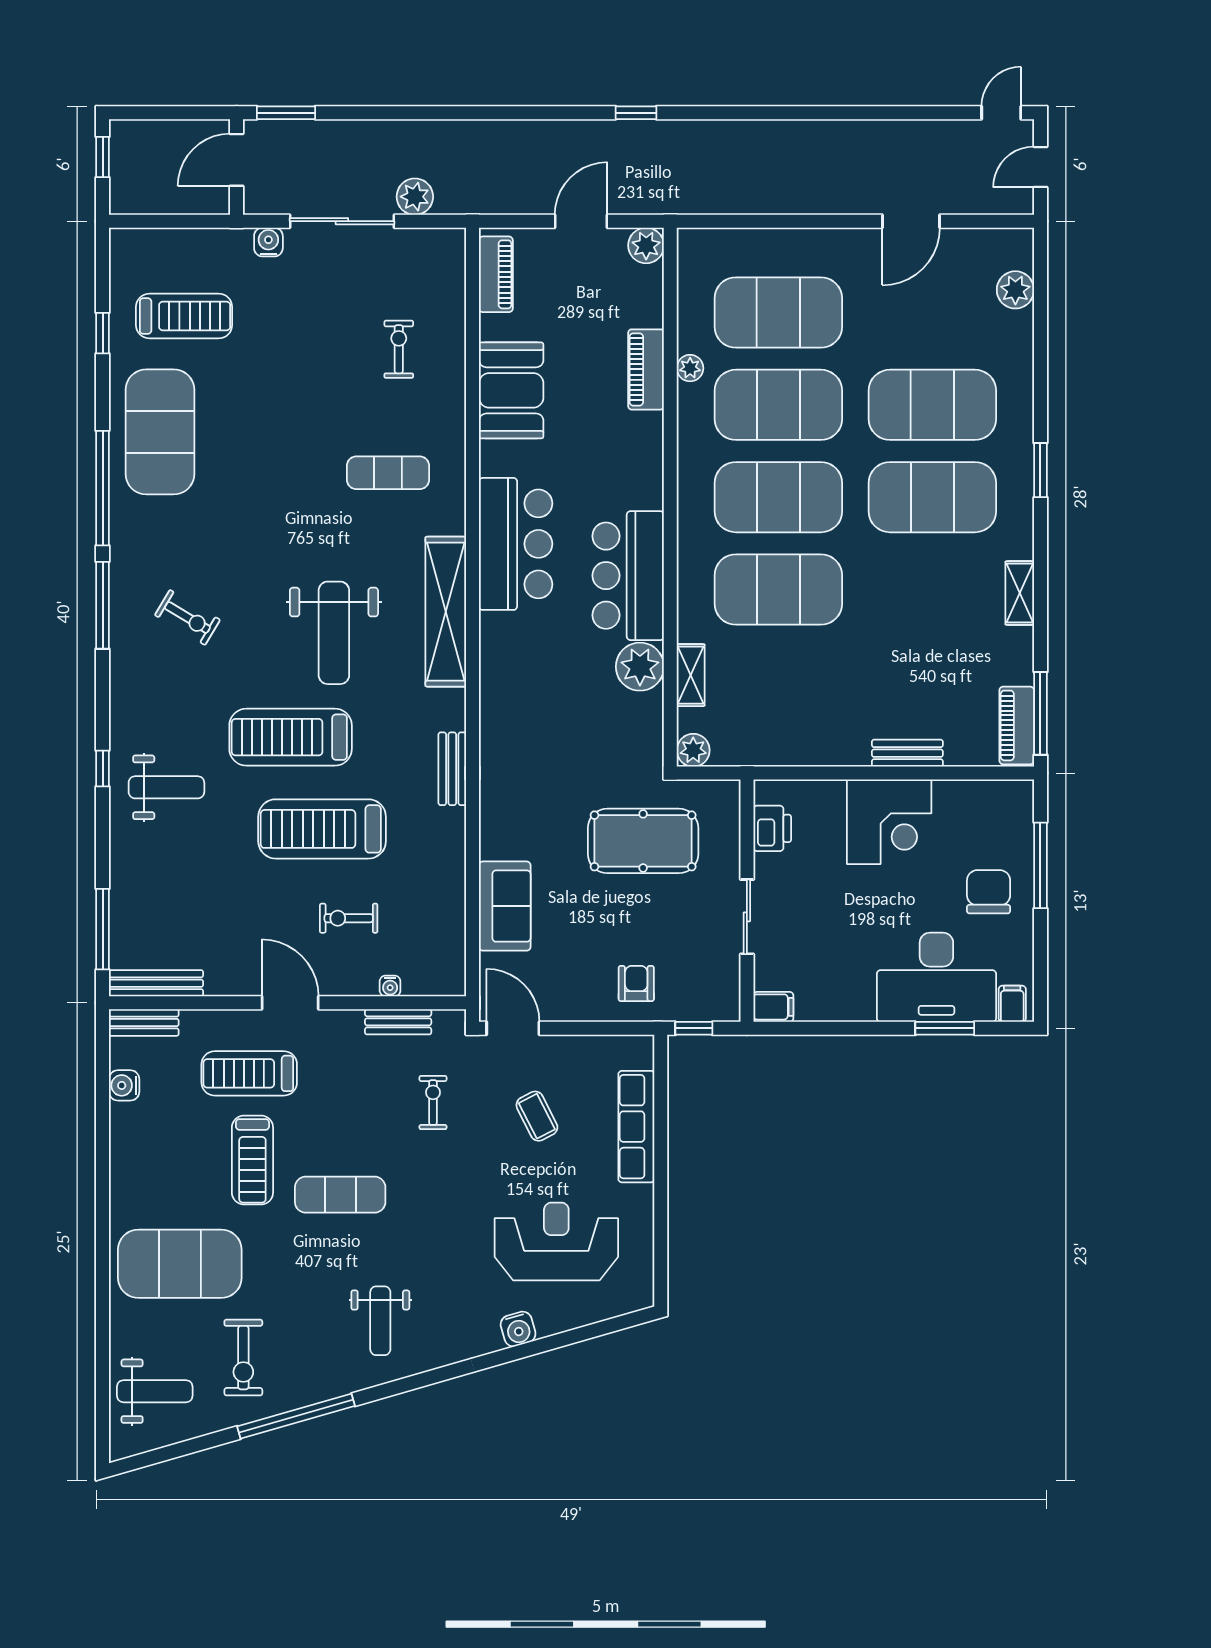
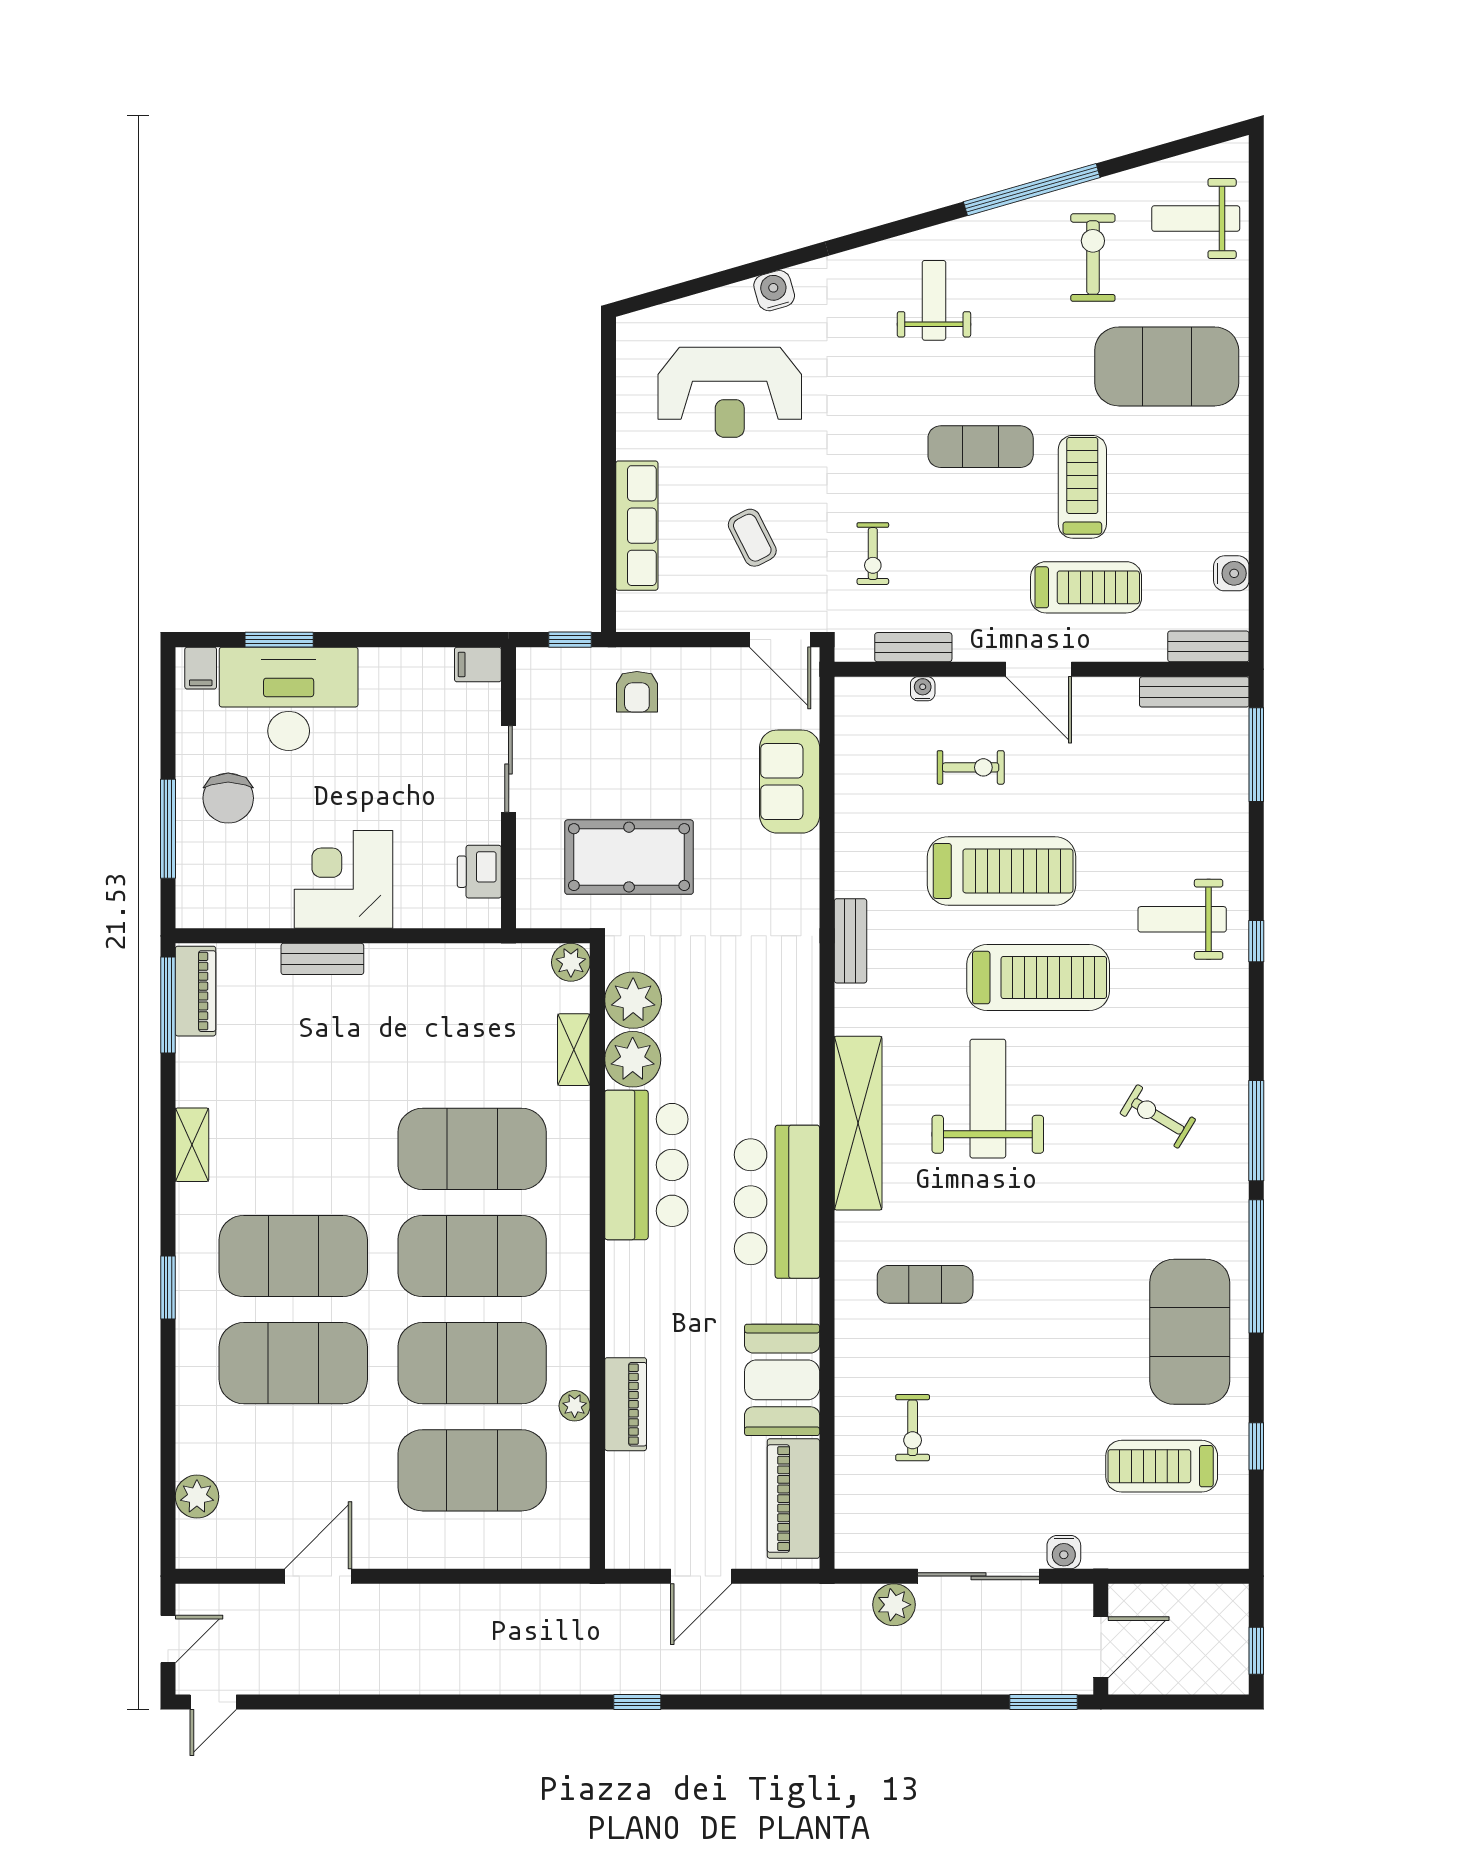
plant: (646, 245) -> (633, 1000), moved, width x1.36, depth x1.36
piano: (496, 274) -> (793, 1499), width x1.37, depth x1.33

